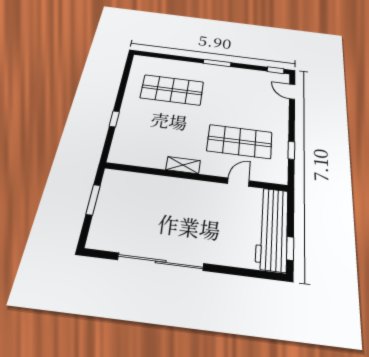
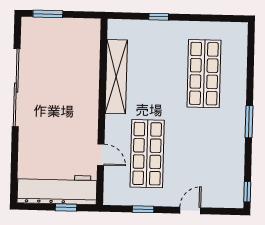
door: (292, 92) -> (190, 210), moved
shelving: (183, 165) -> (116, 77), width x2.20, depth x1.33
window: (93, 200) -> (48, 14), moved
window: (290, 248) -> (66, 207), moved

